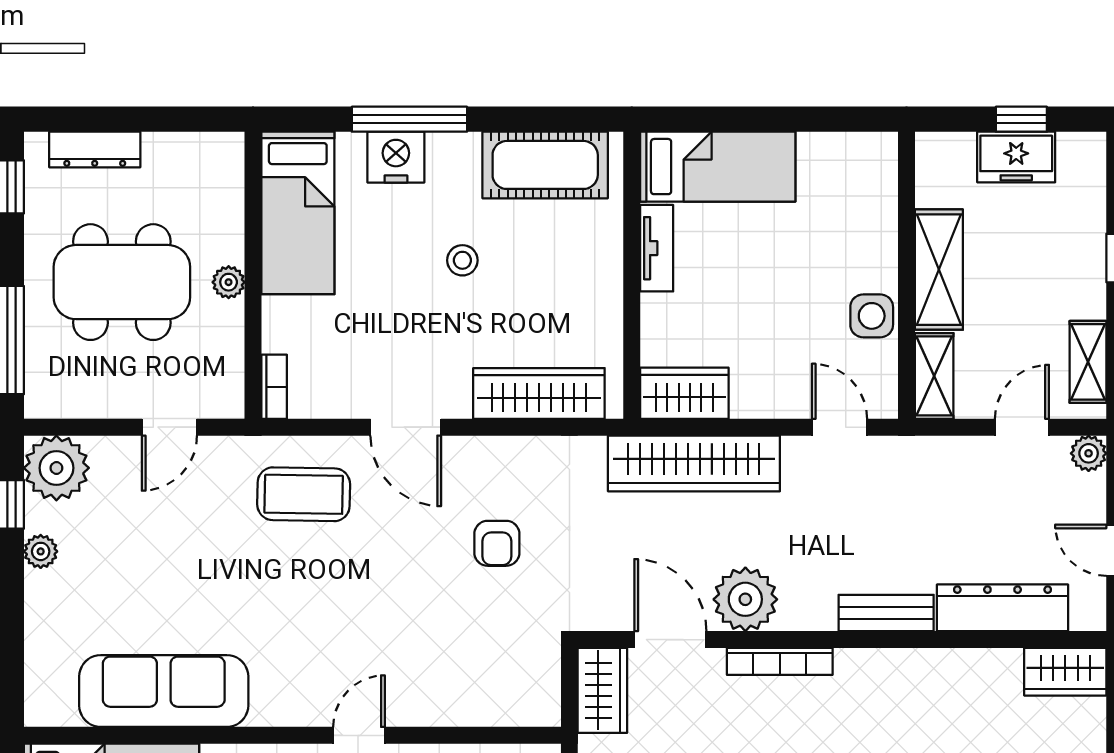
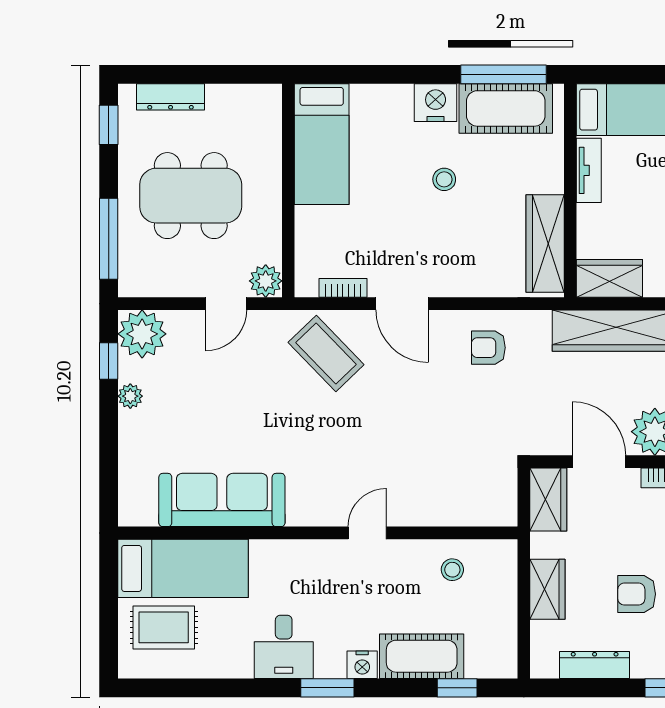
window: (409, 119) -> (503, 74), moved
nightstand: (396, 157) -> (436, 103), moved
plant: (229, 282) -> (266, 281), moved, width x1.38, depth x1.38
bookcase: (274, 387) -> (343, 288), moved, turned -90
wardrobe: (539, 393) -> (545, 243), moved, turned -90
coffee table: (304, 494) -> (326, 354), turned 45
armchair: (497, 543) -> (488, 348), moved, turned 90

